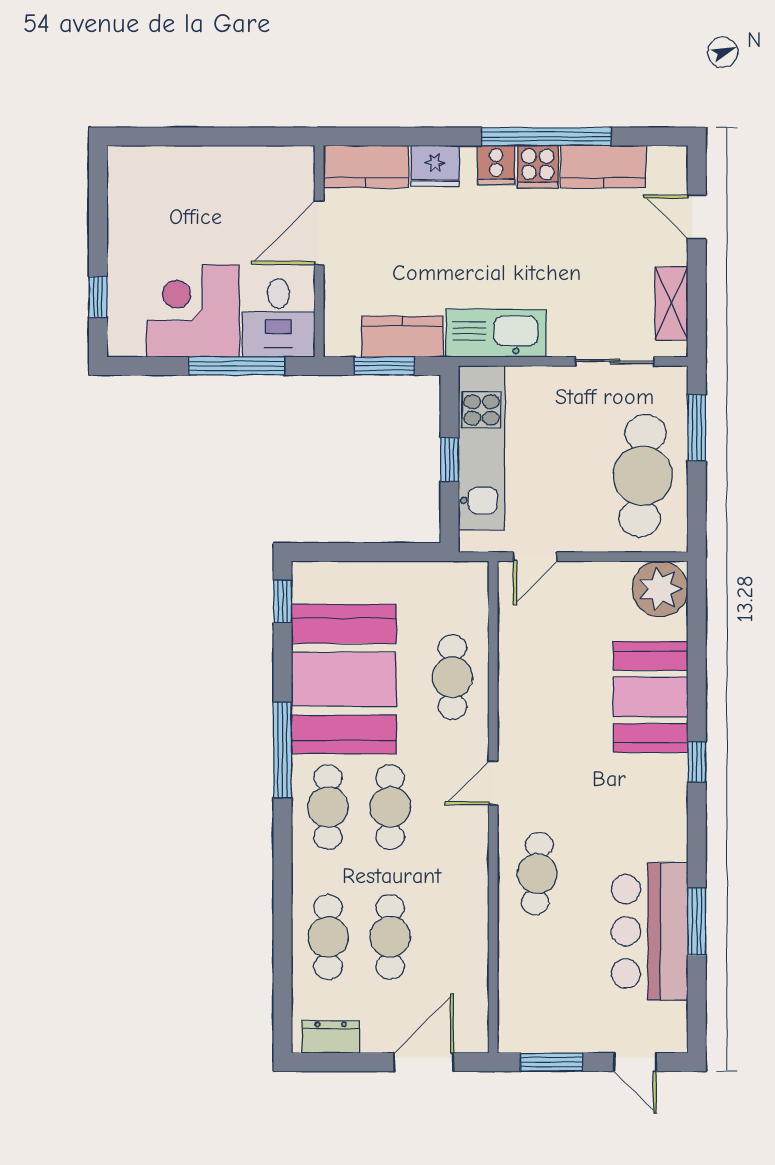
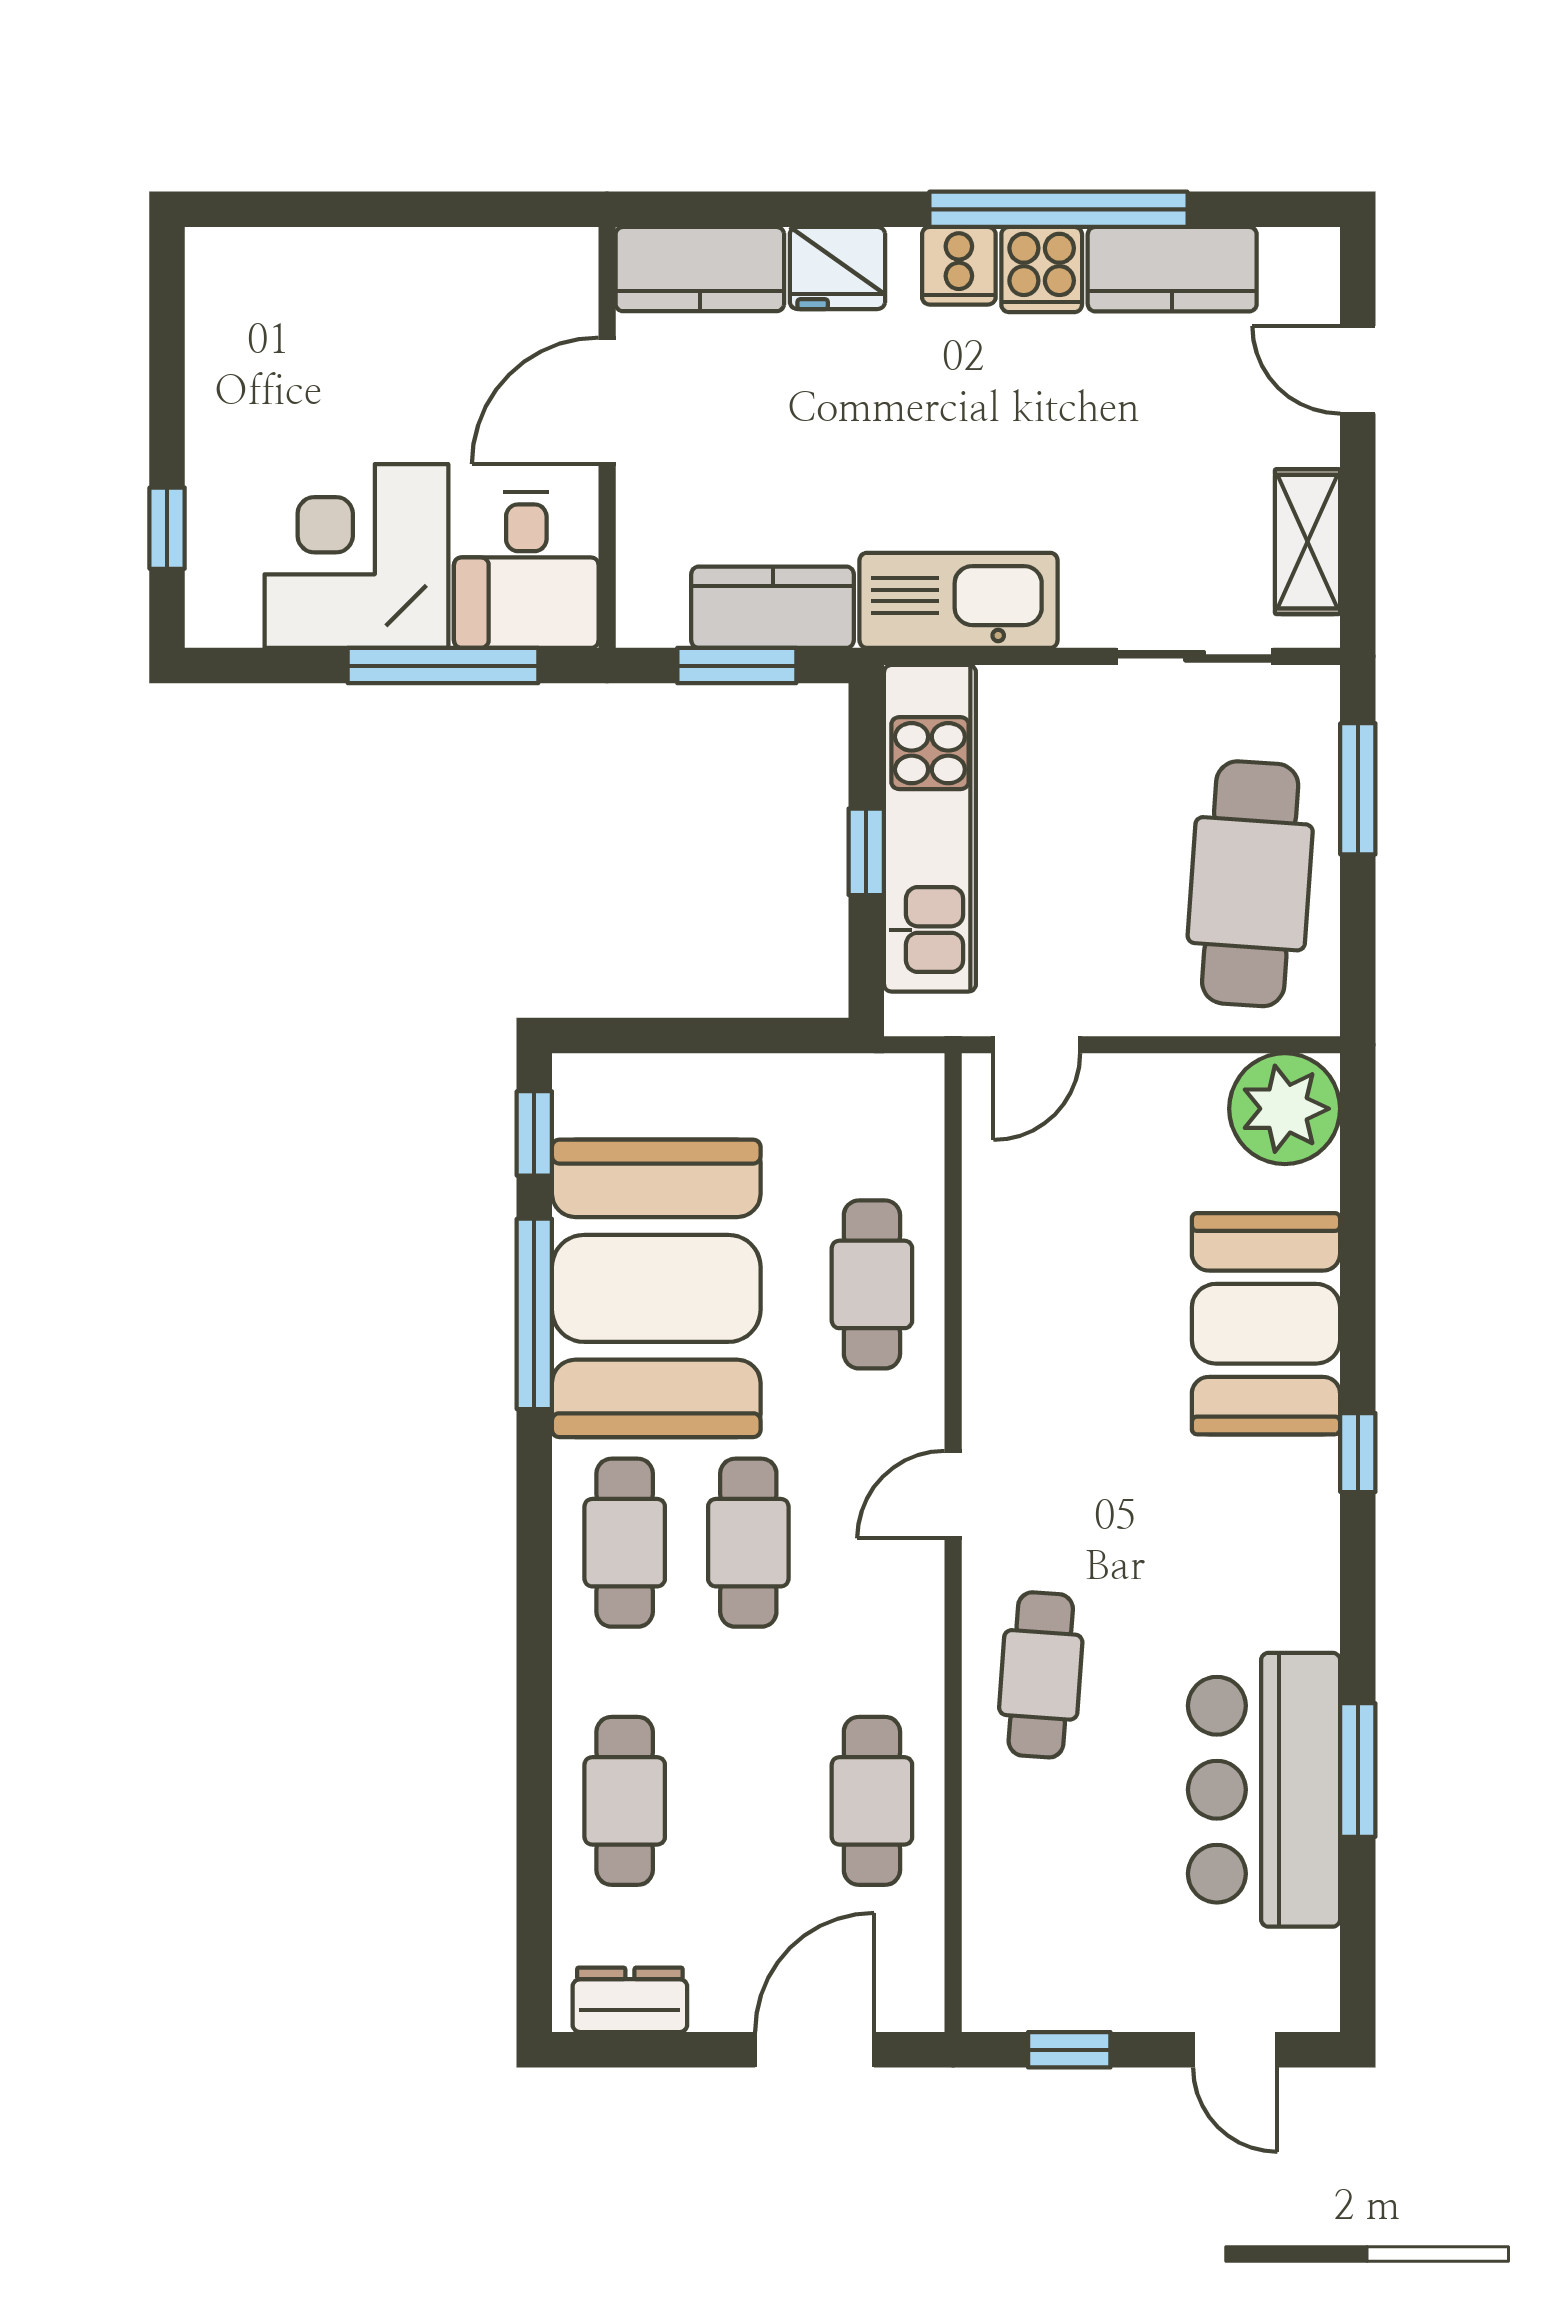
window: (283, 750) -> (534, 1314), moved
cafe table: (390, 937) -> (872, 1801), moved
window: (552, 1062) -> (1069, 2050), width x0.67

